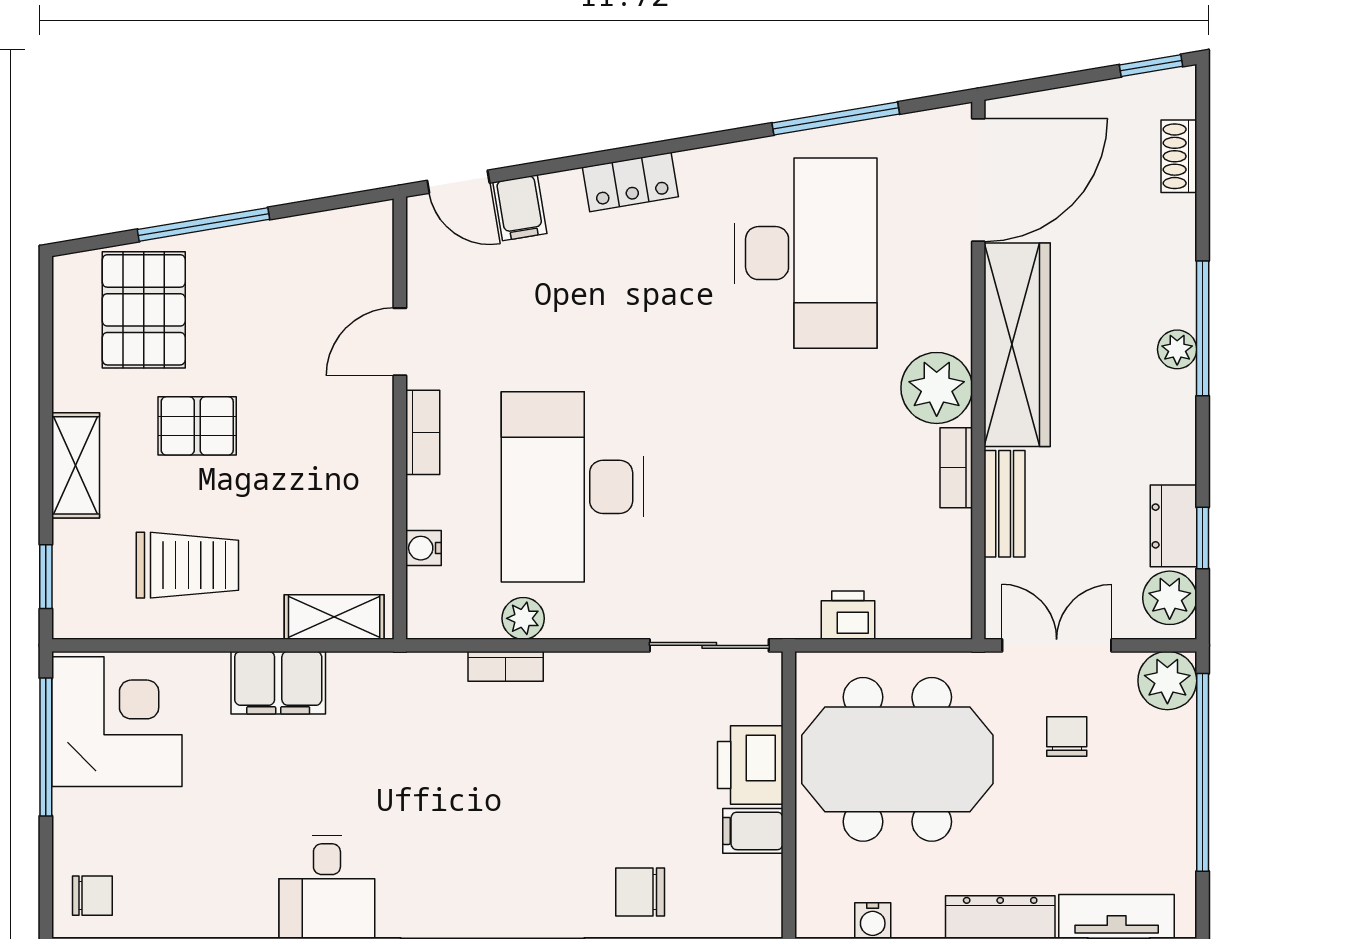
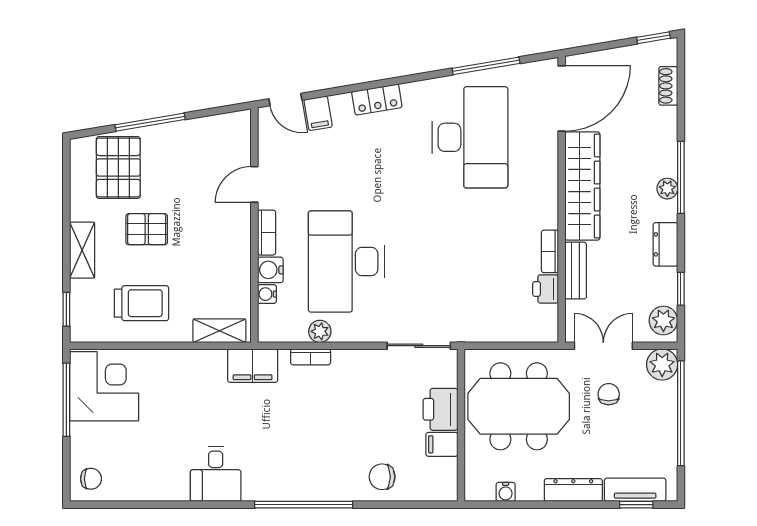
plant: (937, 388) -> (540, 209), removed
water cooler: (430, 503) -> (270, 270), added
dresser: (1174, 526) -> (665, 244), moved
printer: (848, 615) -> (546, 289), moved, turned -90
filing cabinet: (278, 683) -> (253, 366), moved

